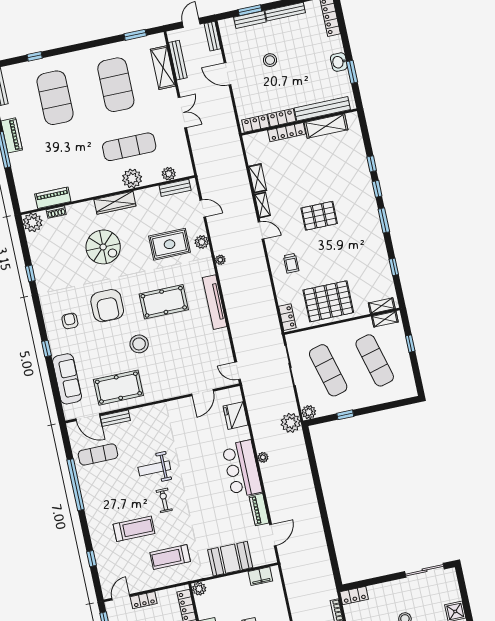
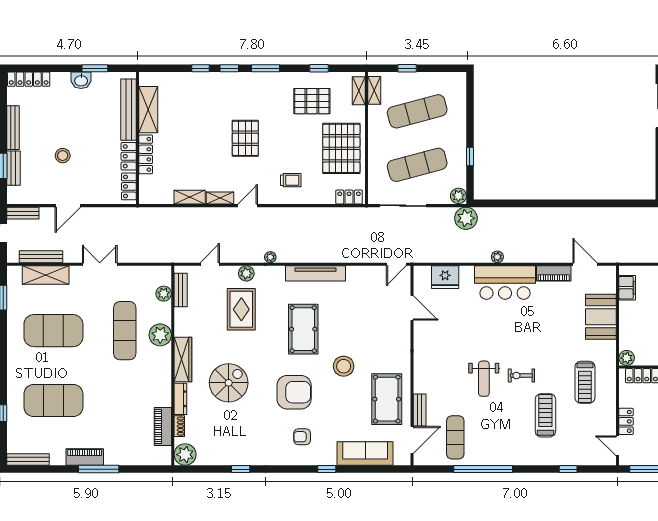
dresser: (80, 208) -> (180, 399), added
pallet: (364, 267) -> (312, 101), added

